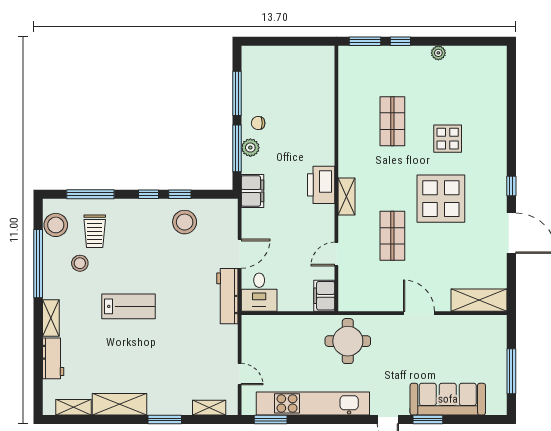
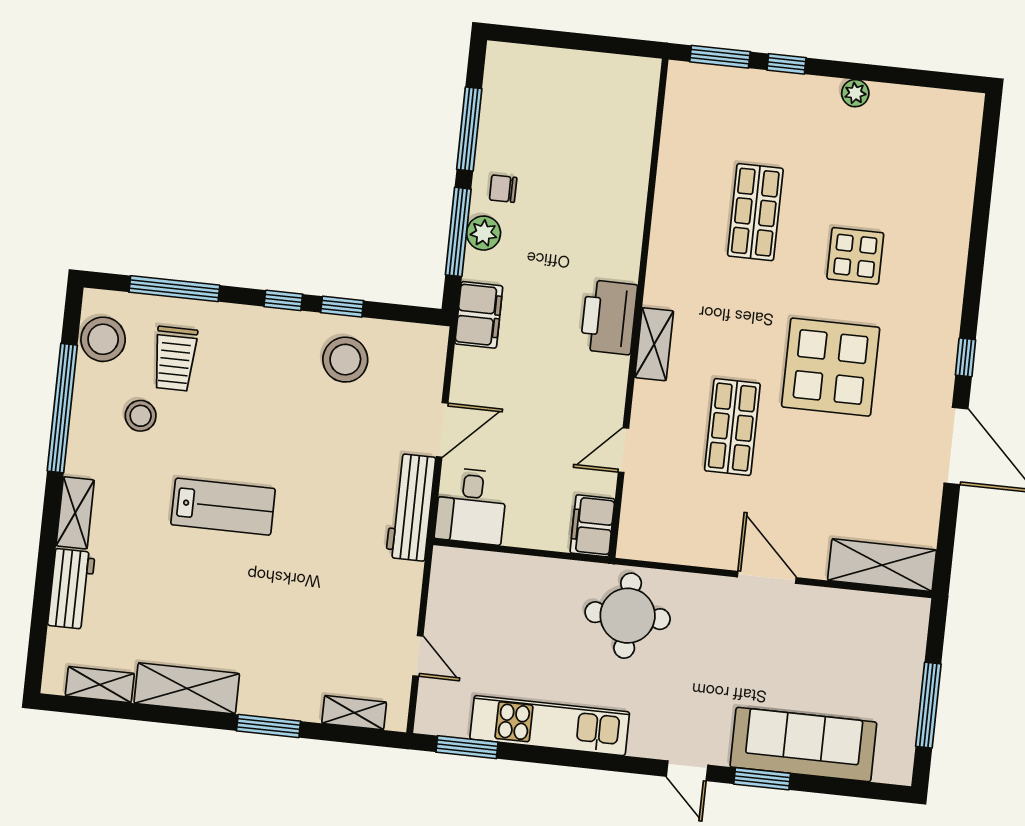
kitchen unit: (313, 403) -> (550, 726), width x0.73

